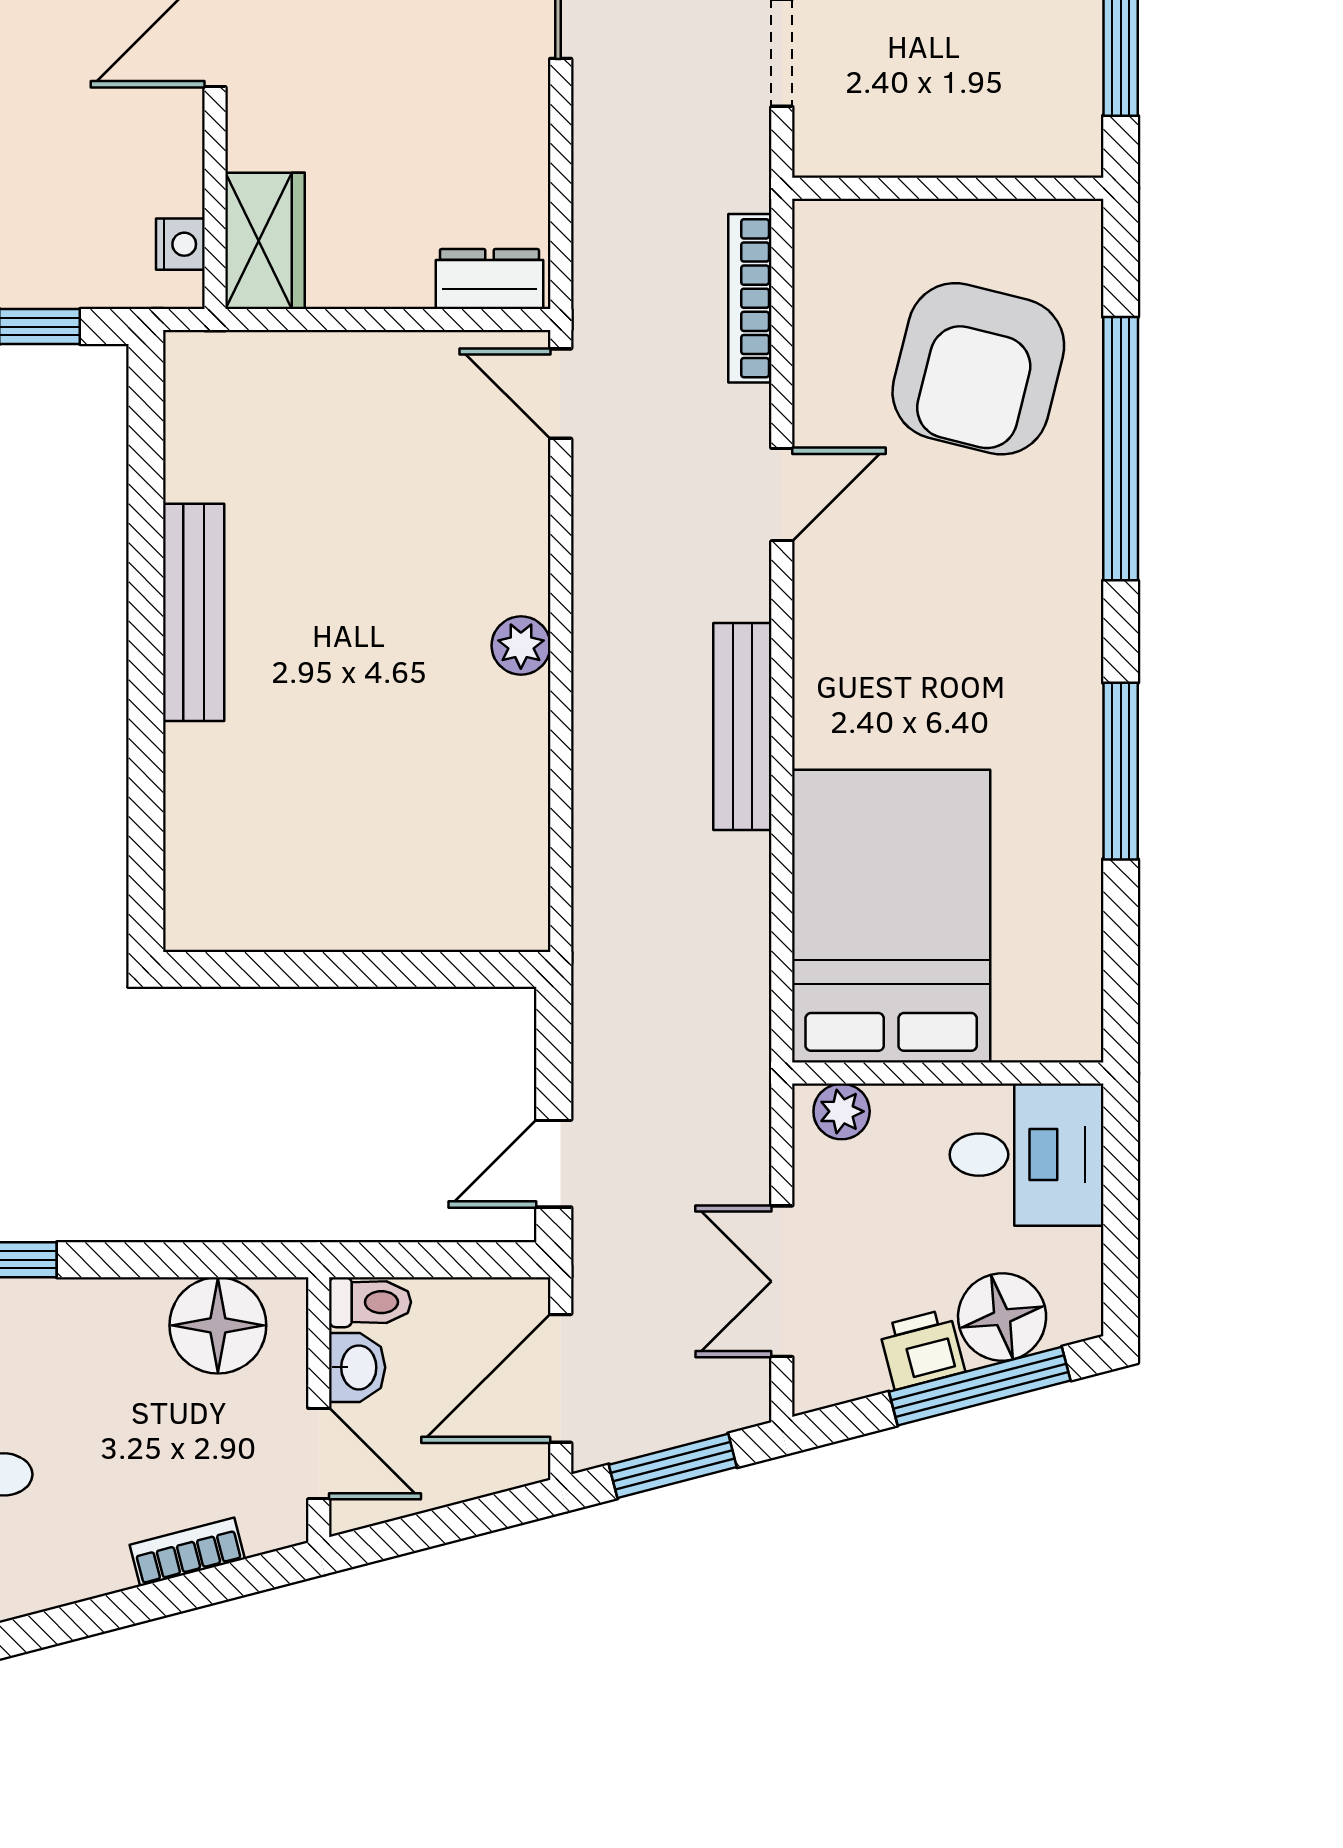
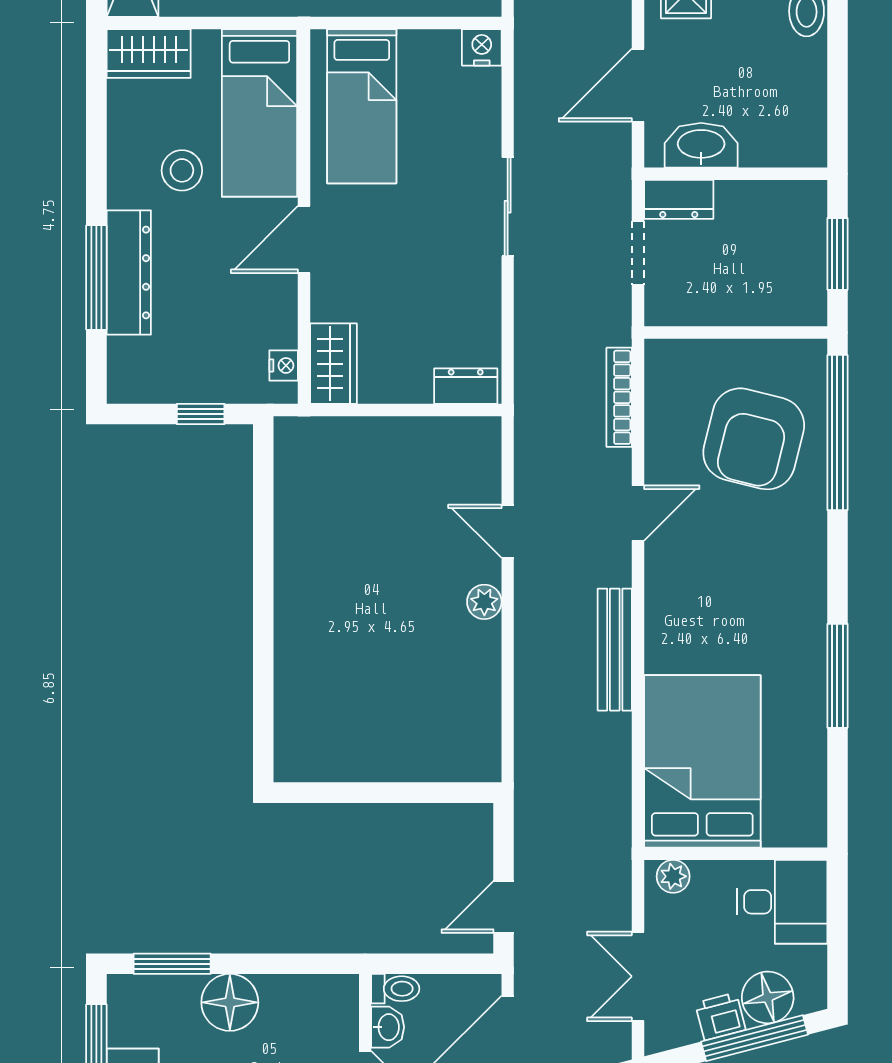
door: (561, 394) -> (508, 531), moved
window: (1121, 449) -> (837, 433), moved
bench: (194, 612) -> (291, 582), removed
floor lamp: (218, 1325) -> (230, 1002), moved

